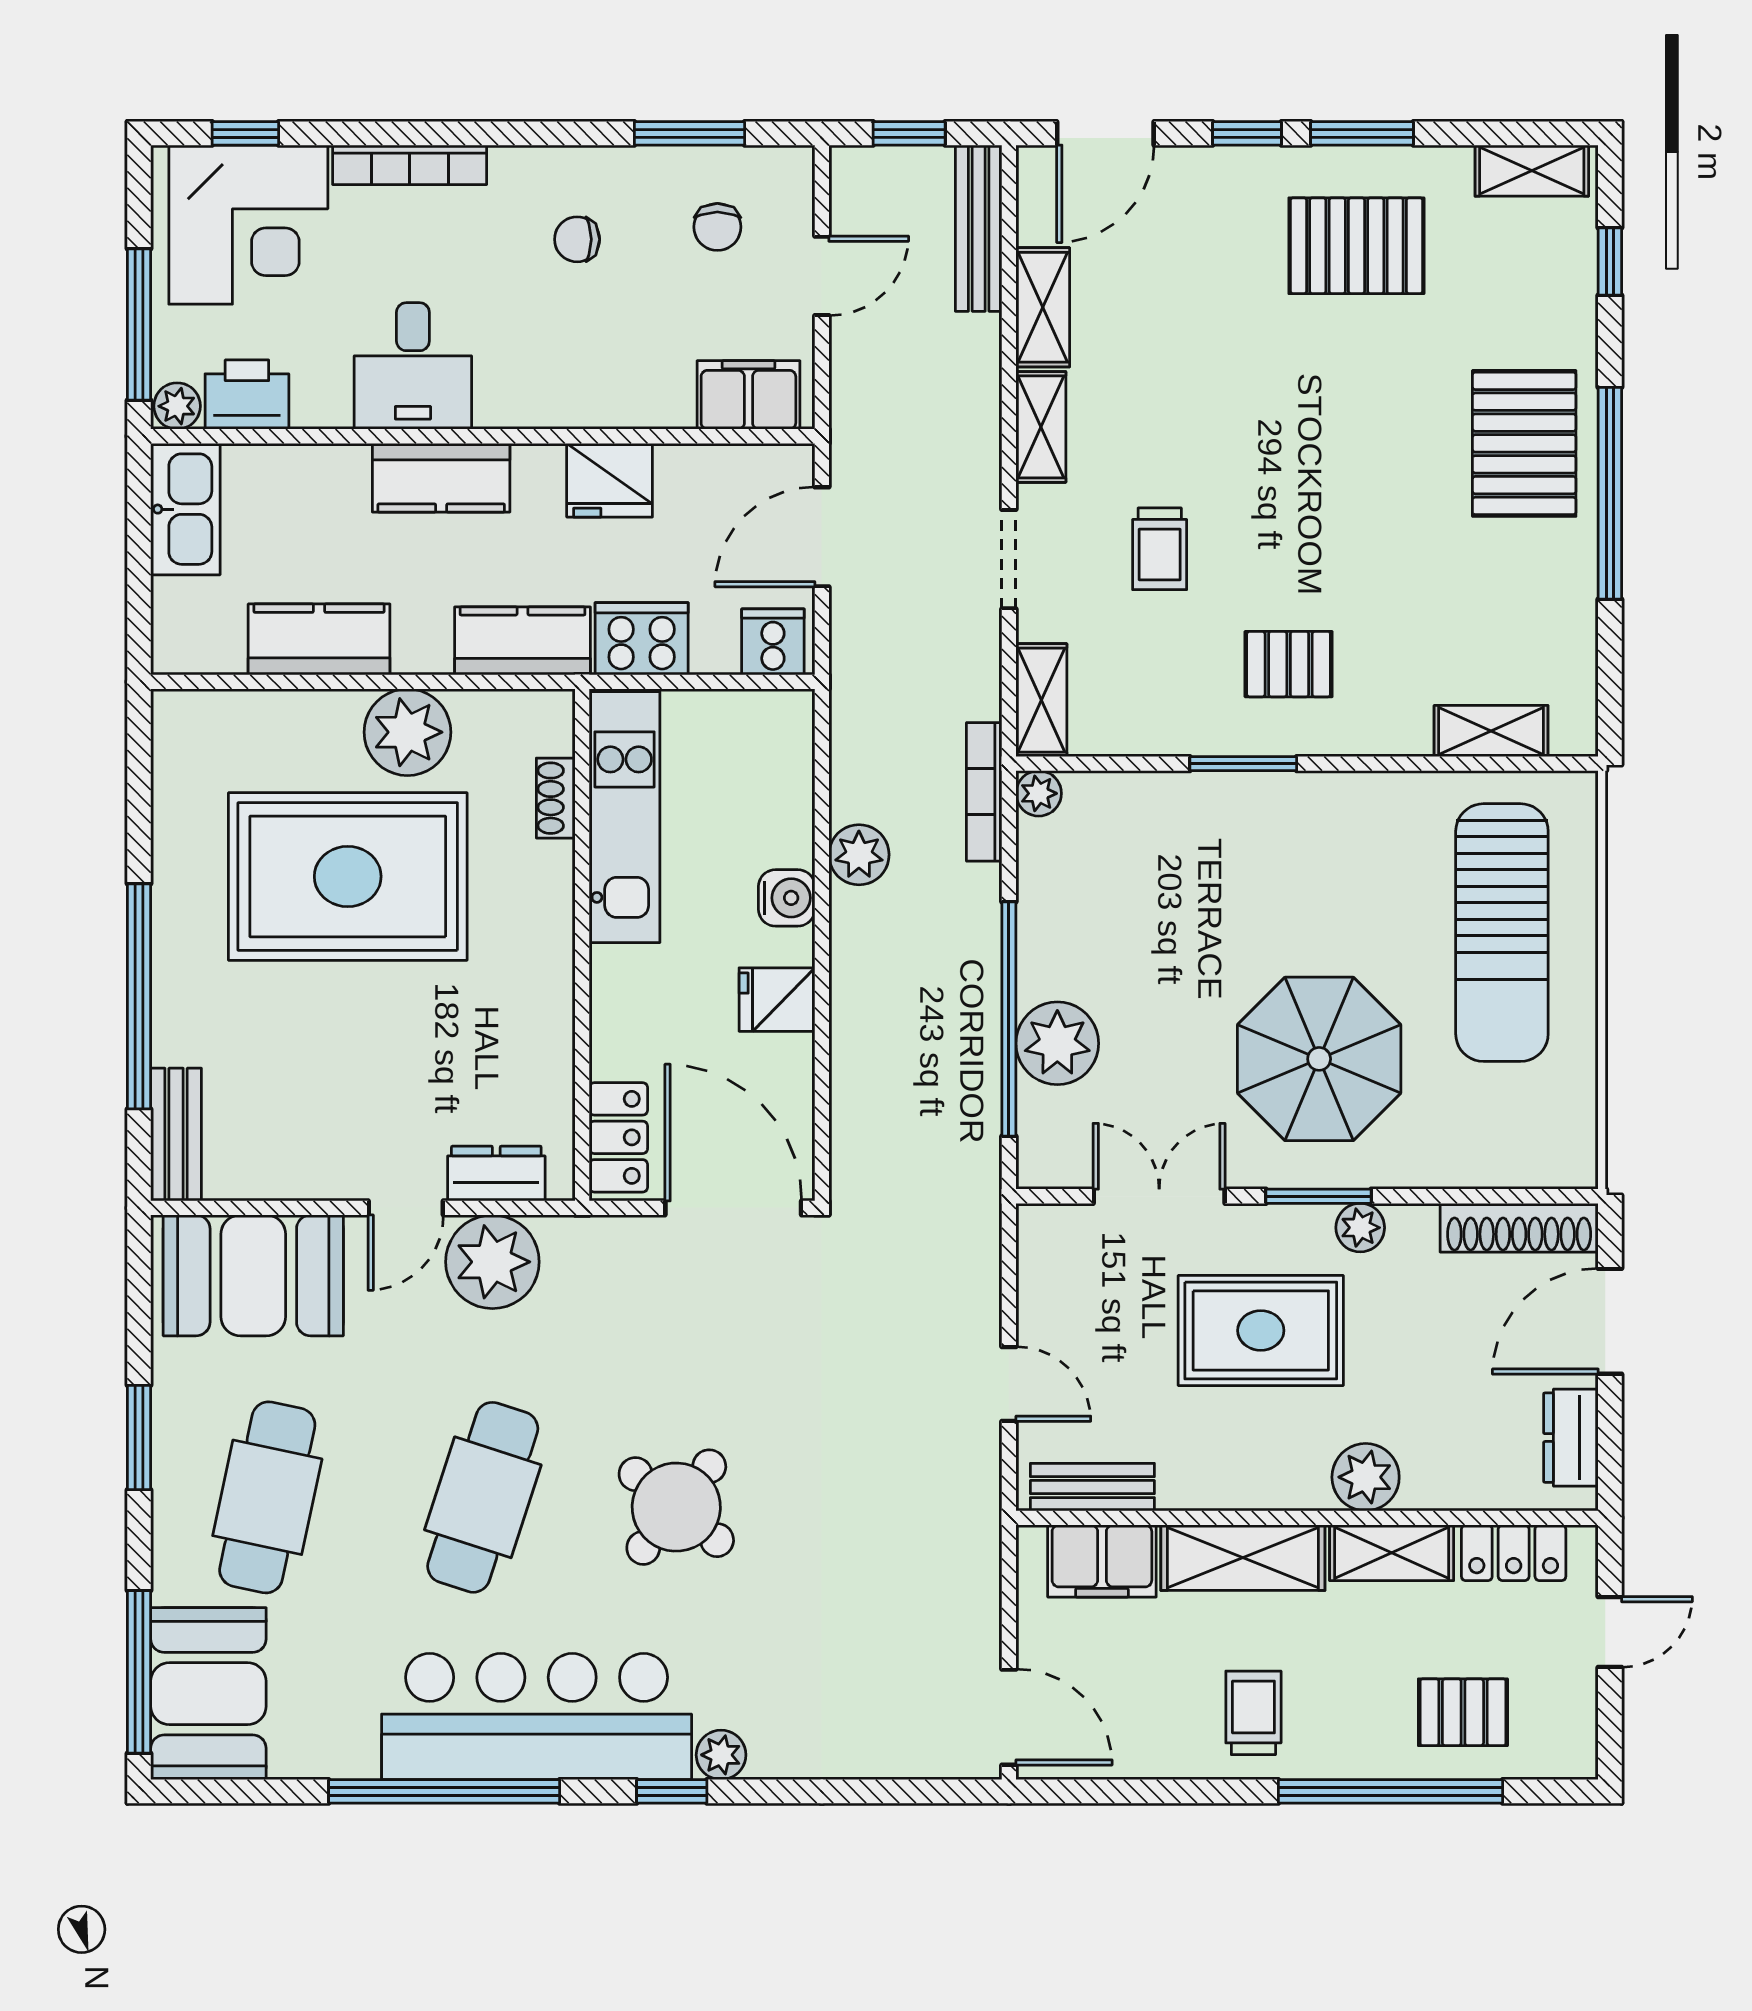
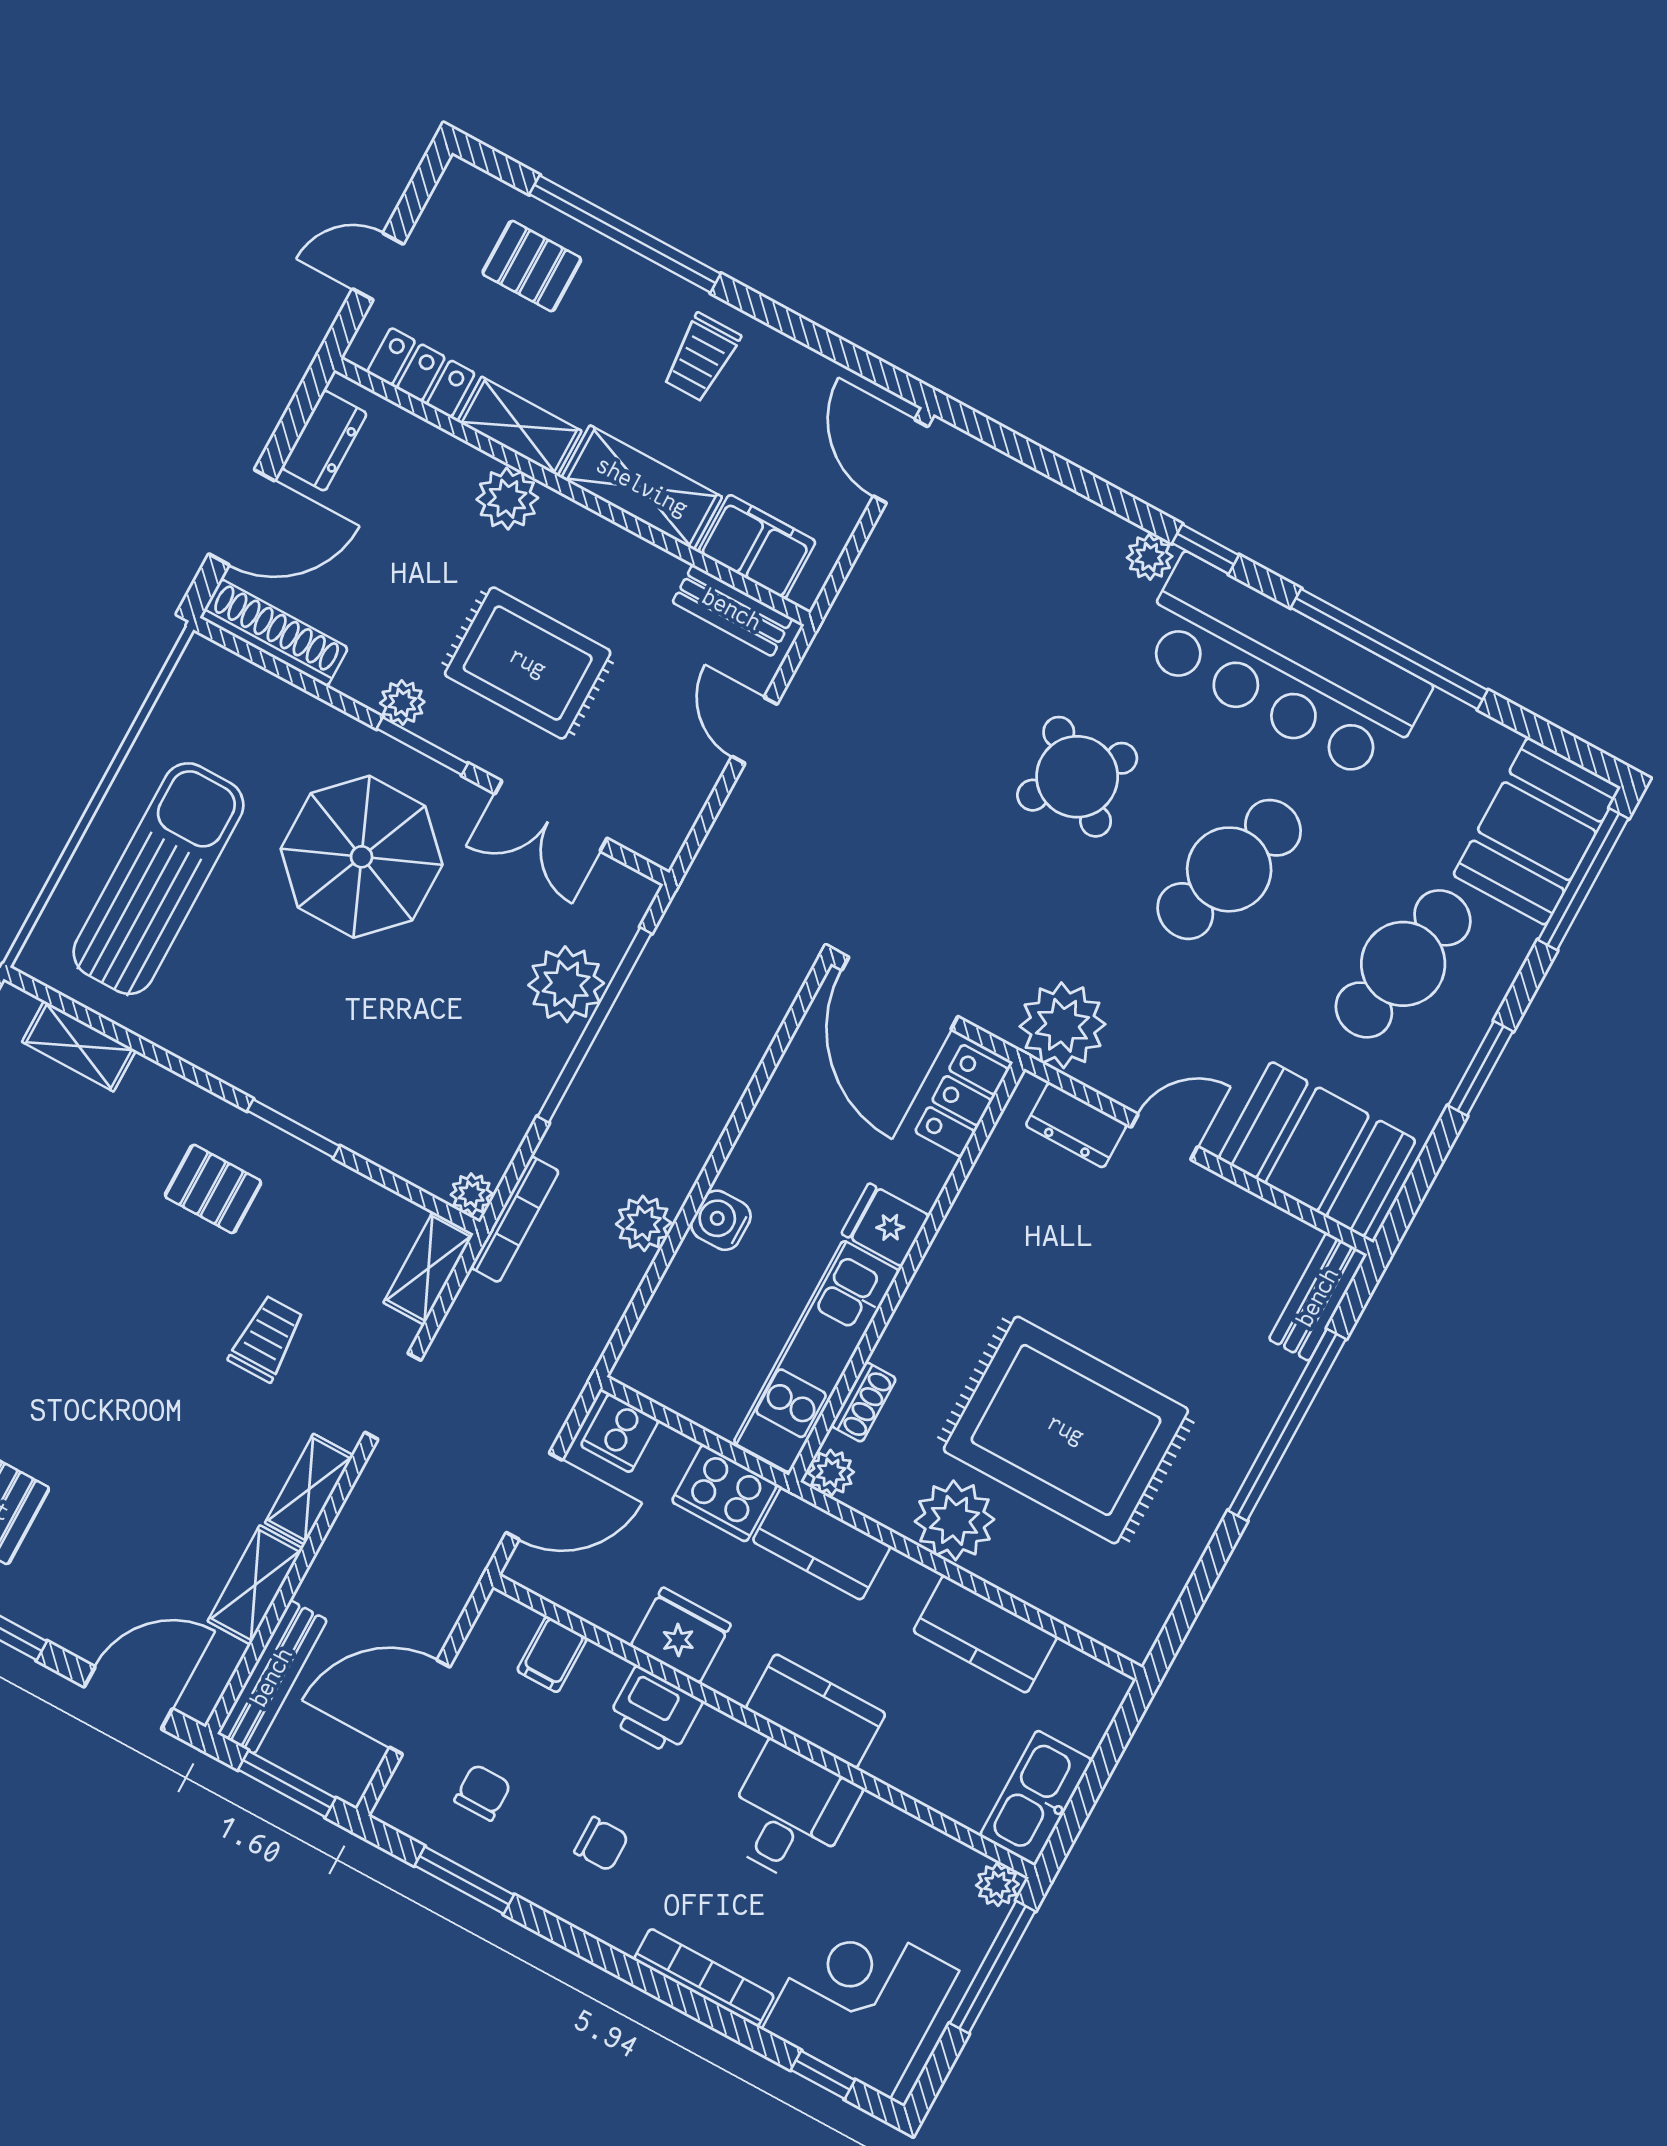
window: (909, 133) -> (287, 1784), width x1.50
door: (822, 276) -> (420, 1707), width x1.38
printer: (247, 395) -> (655, 1711), moved
filing cabinet: (748, 395) -> (552, 1654), width x0.50
plant: (550, 714) -> (831, 1473), added
fridge: (777, 1000) -> (885, 1225), moved, turned 180
plant: (492, 1262) -> (1062, 1025), moved

